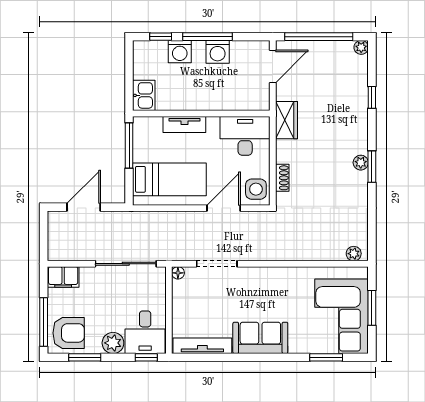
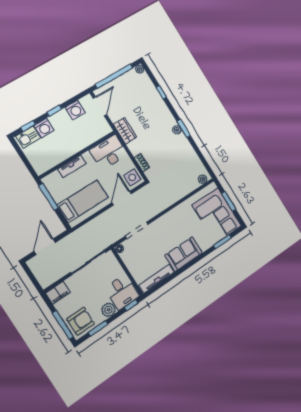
window: (208, 37) -> (54, 111), width x0.46
washing machine: (218, 52) -> (75, 110), moved
kitchen sink: (144, 95) -> (28, 137), moved, turned 90

